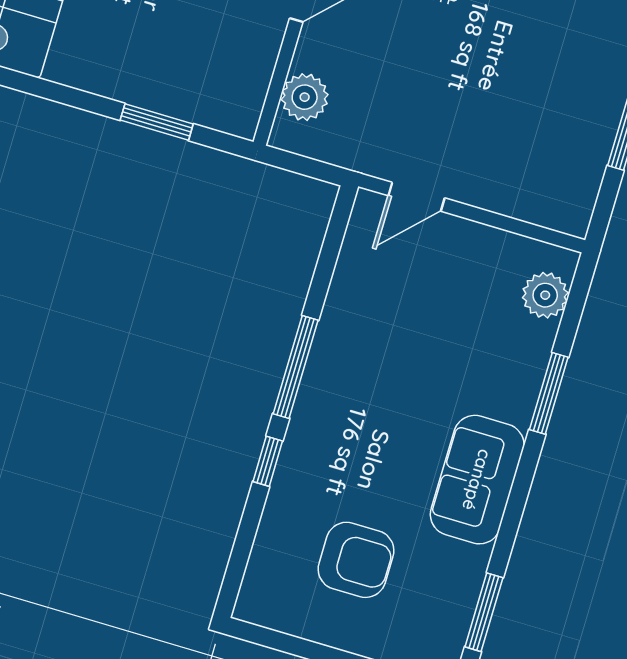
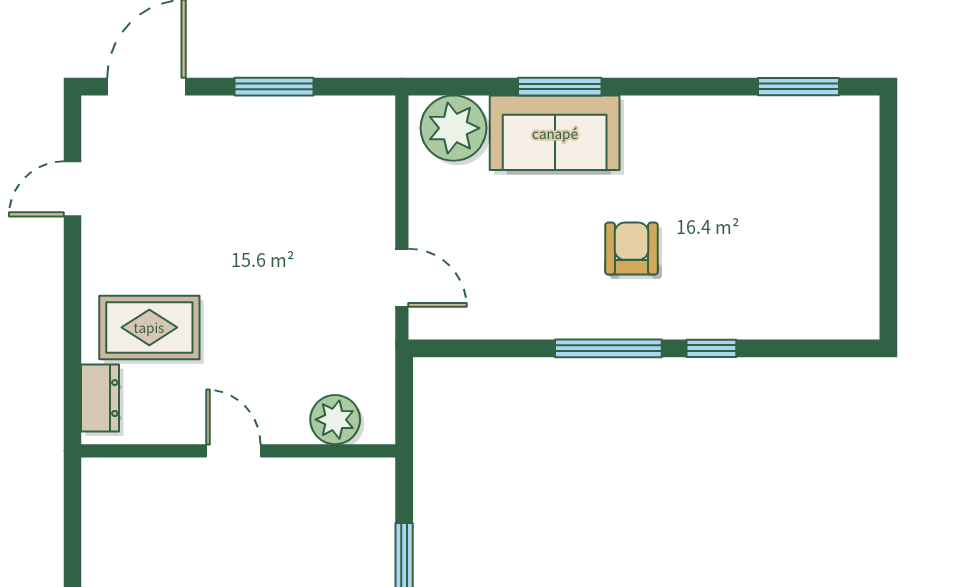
plant: (545, 295) -> (453, 128), width x1.36, depth x1.36
sofa: (477, 480) -> (555, 133), moved
armchair: (356, 560) -> (632, 249), moved, width x0.72, depth x0.72

